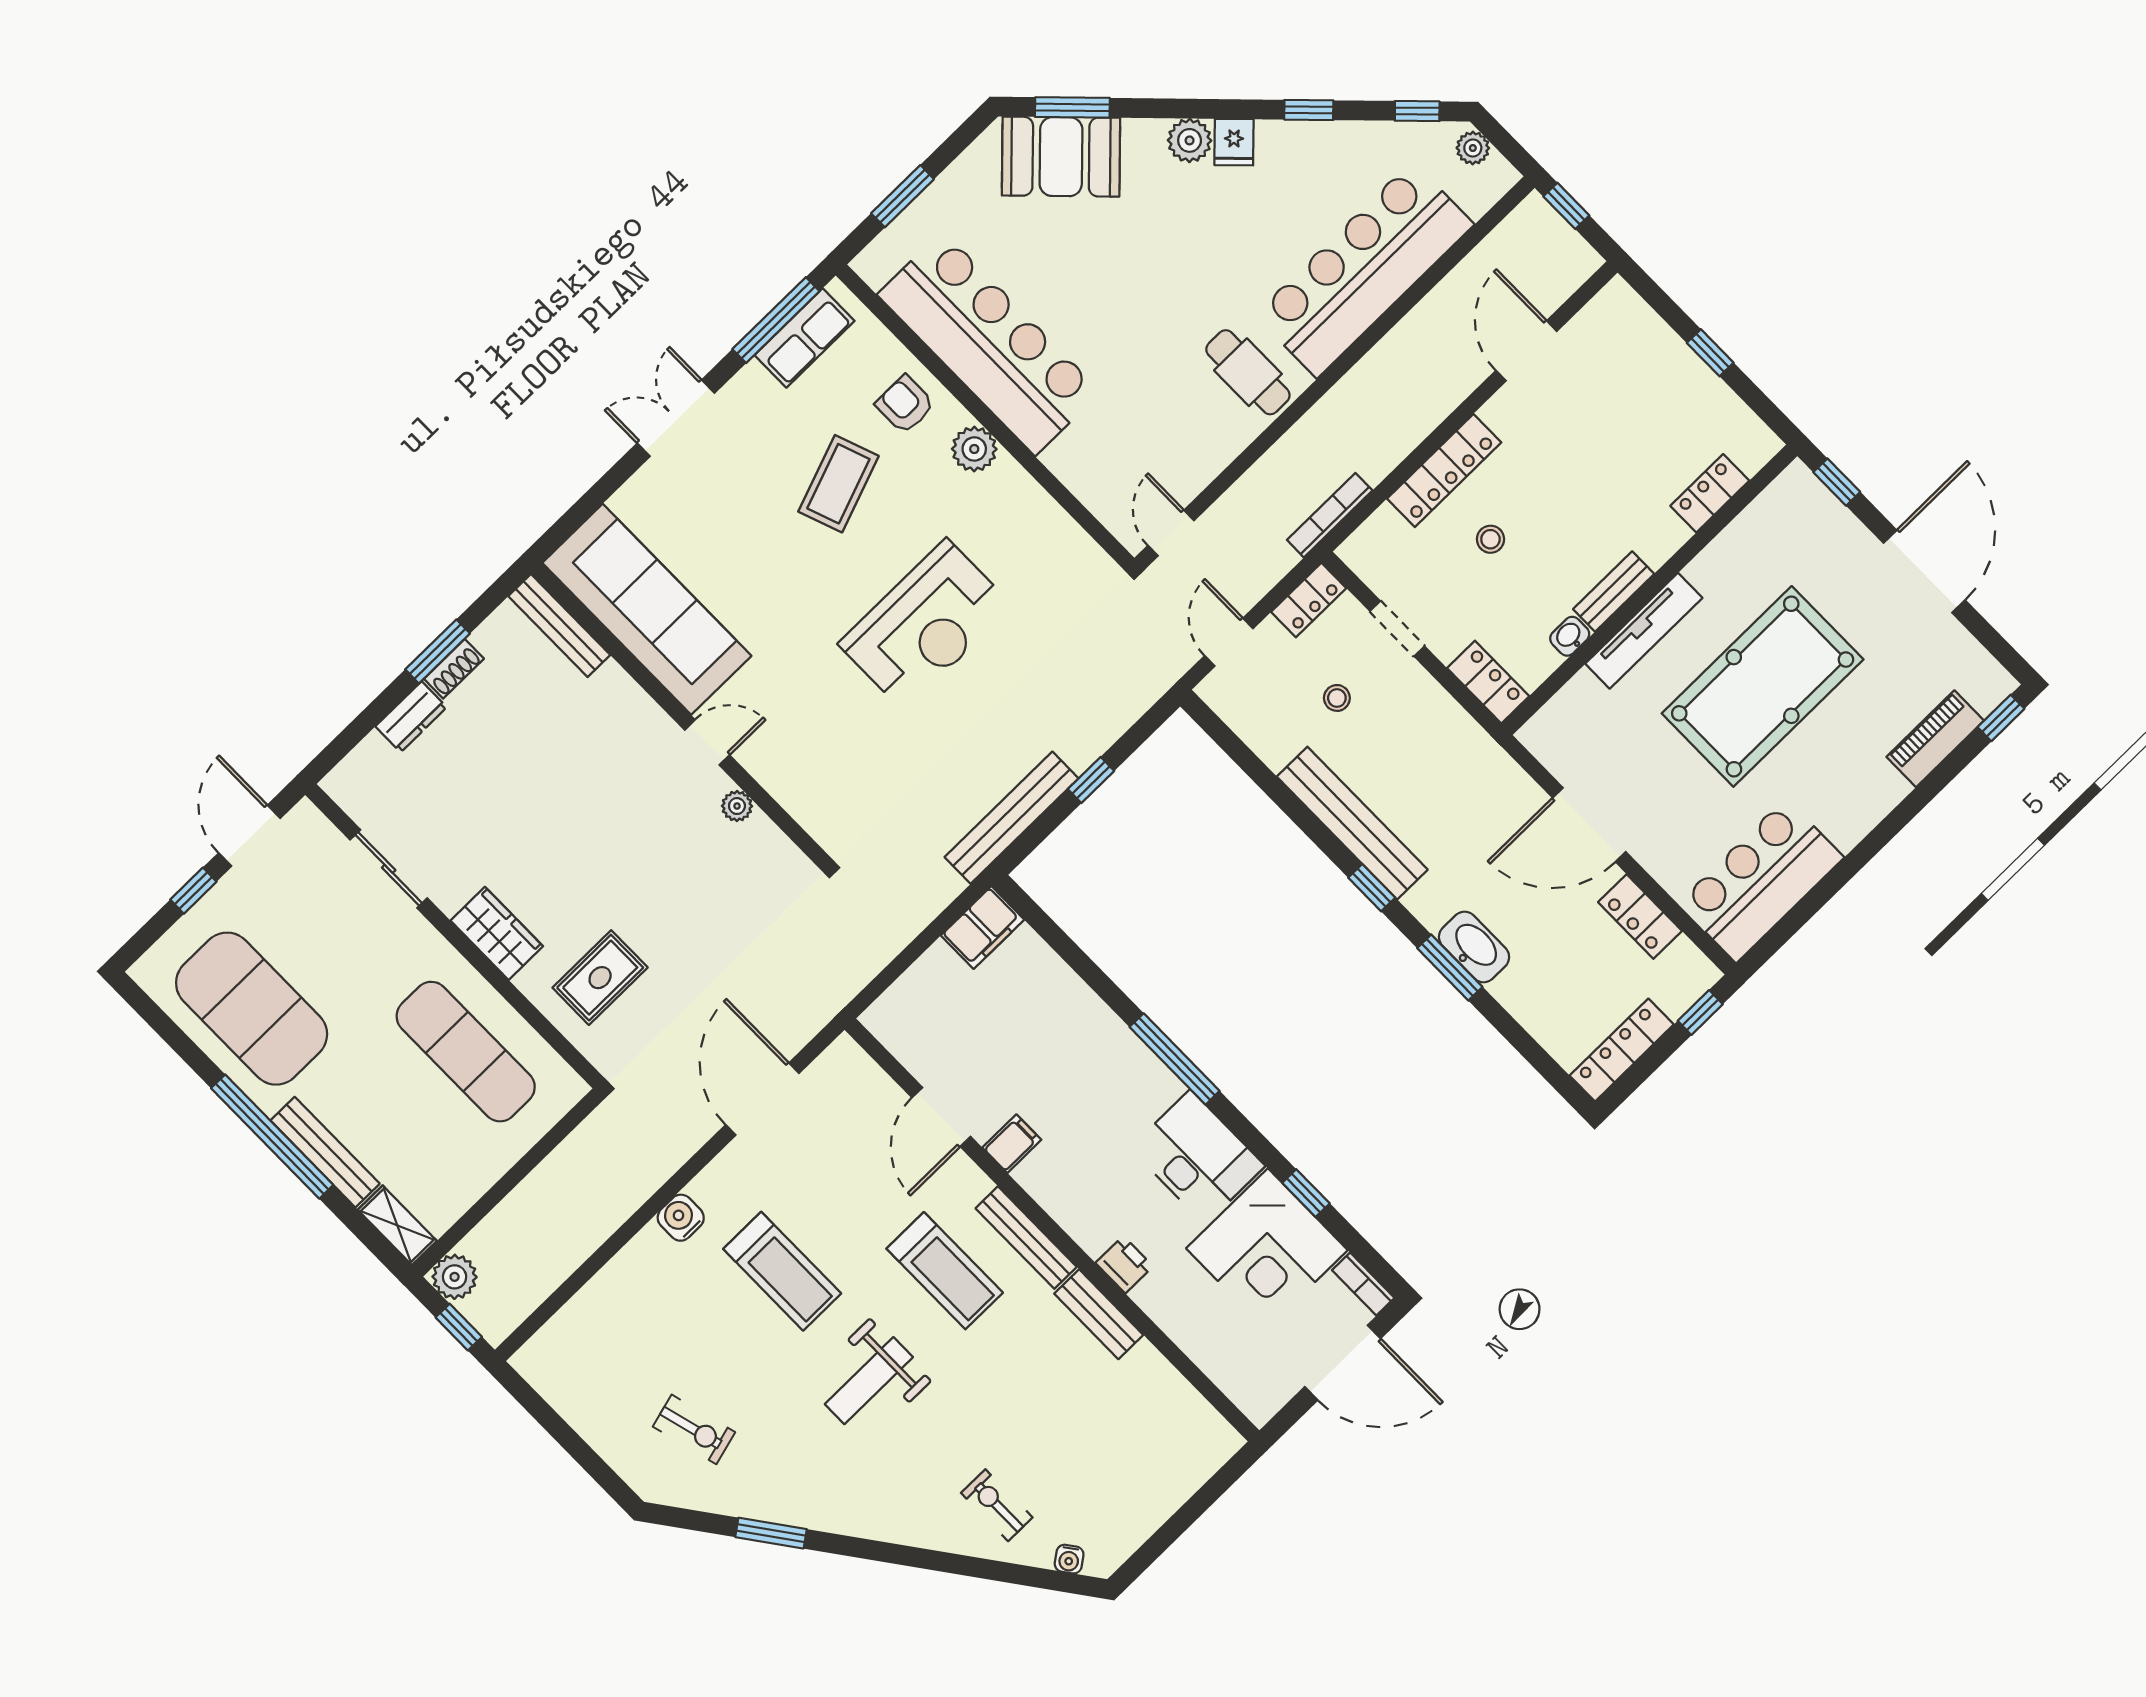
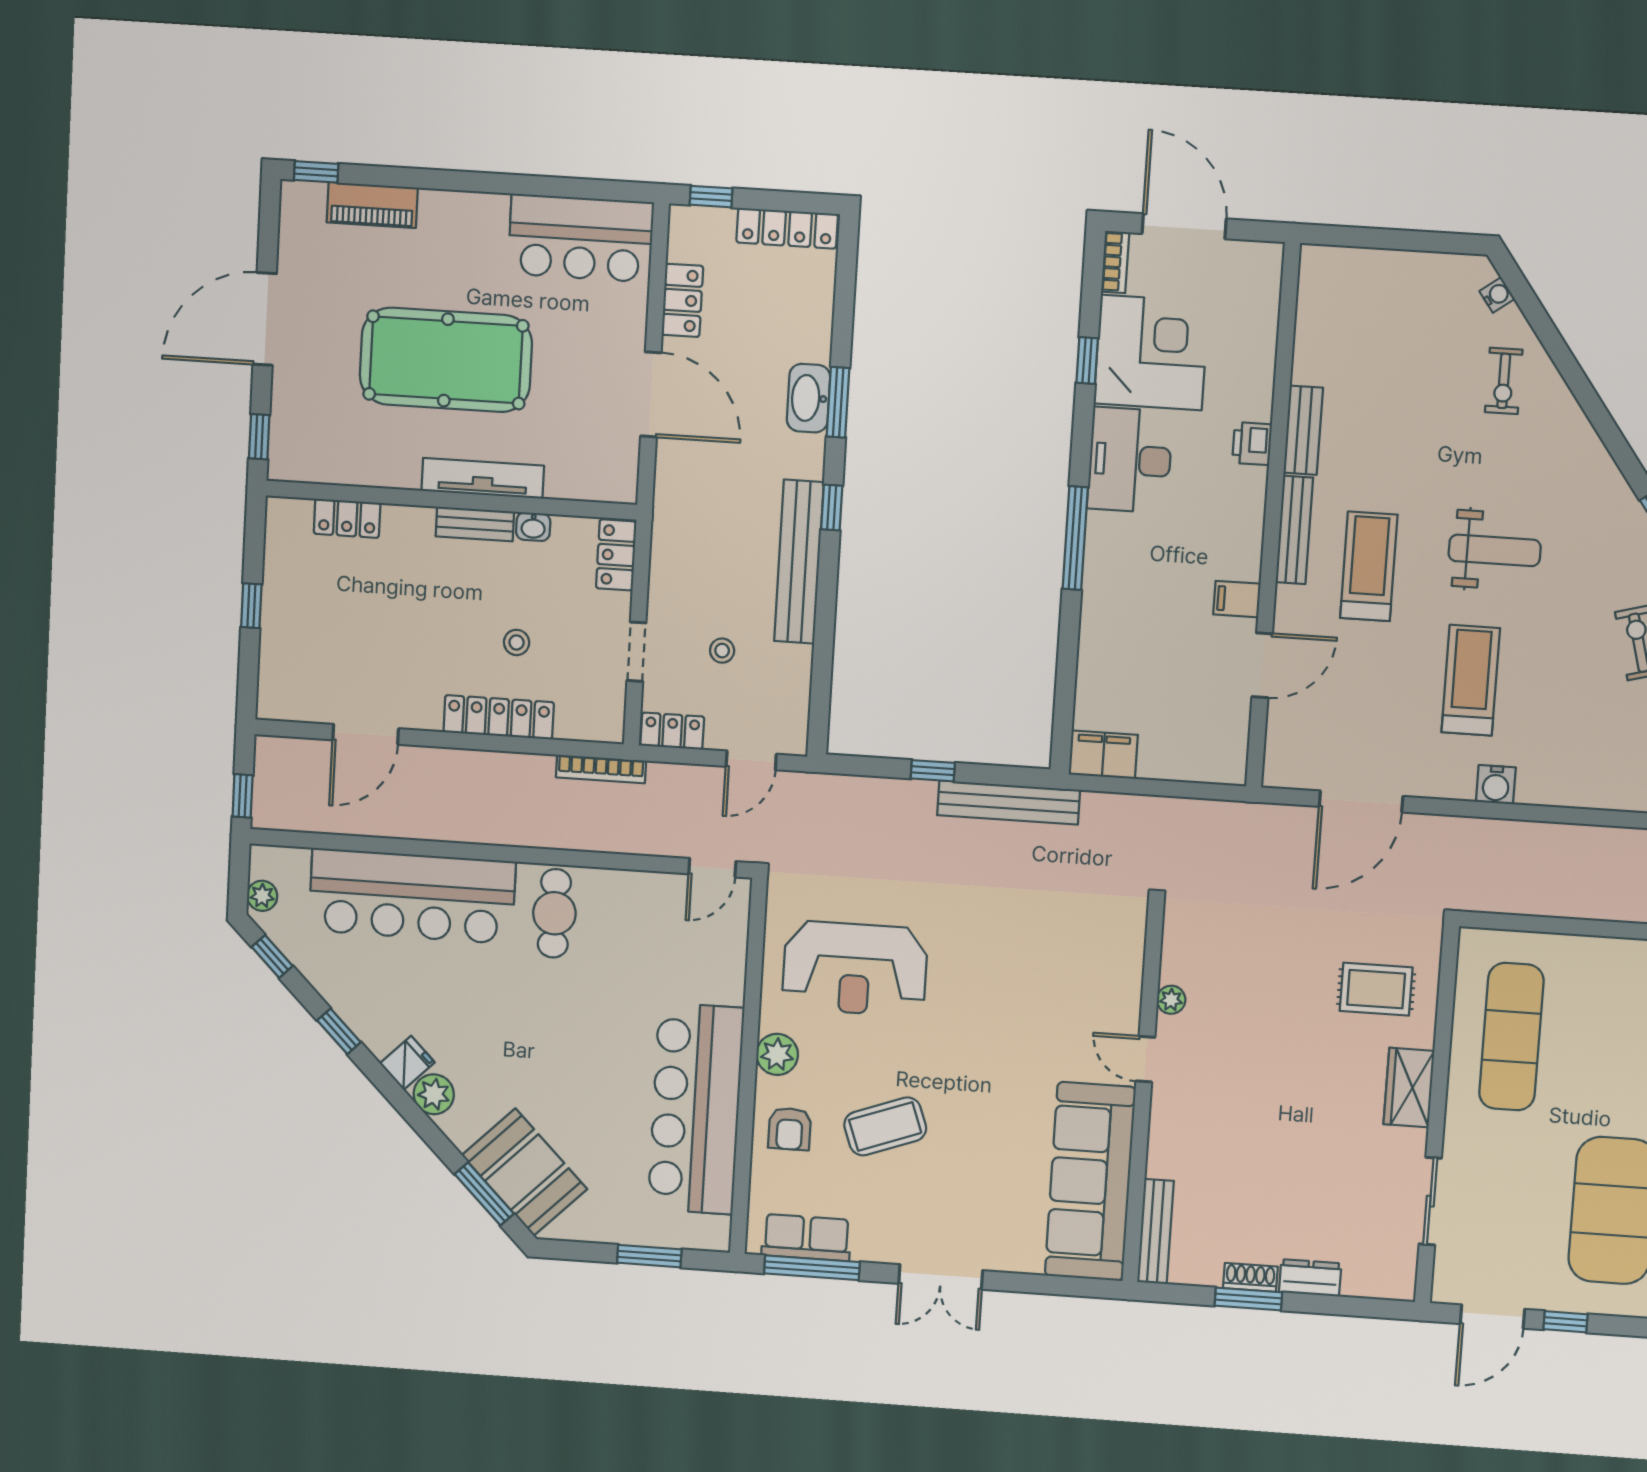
reception desk: (925, 625) -> (855, 969), moved, turned 180

